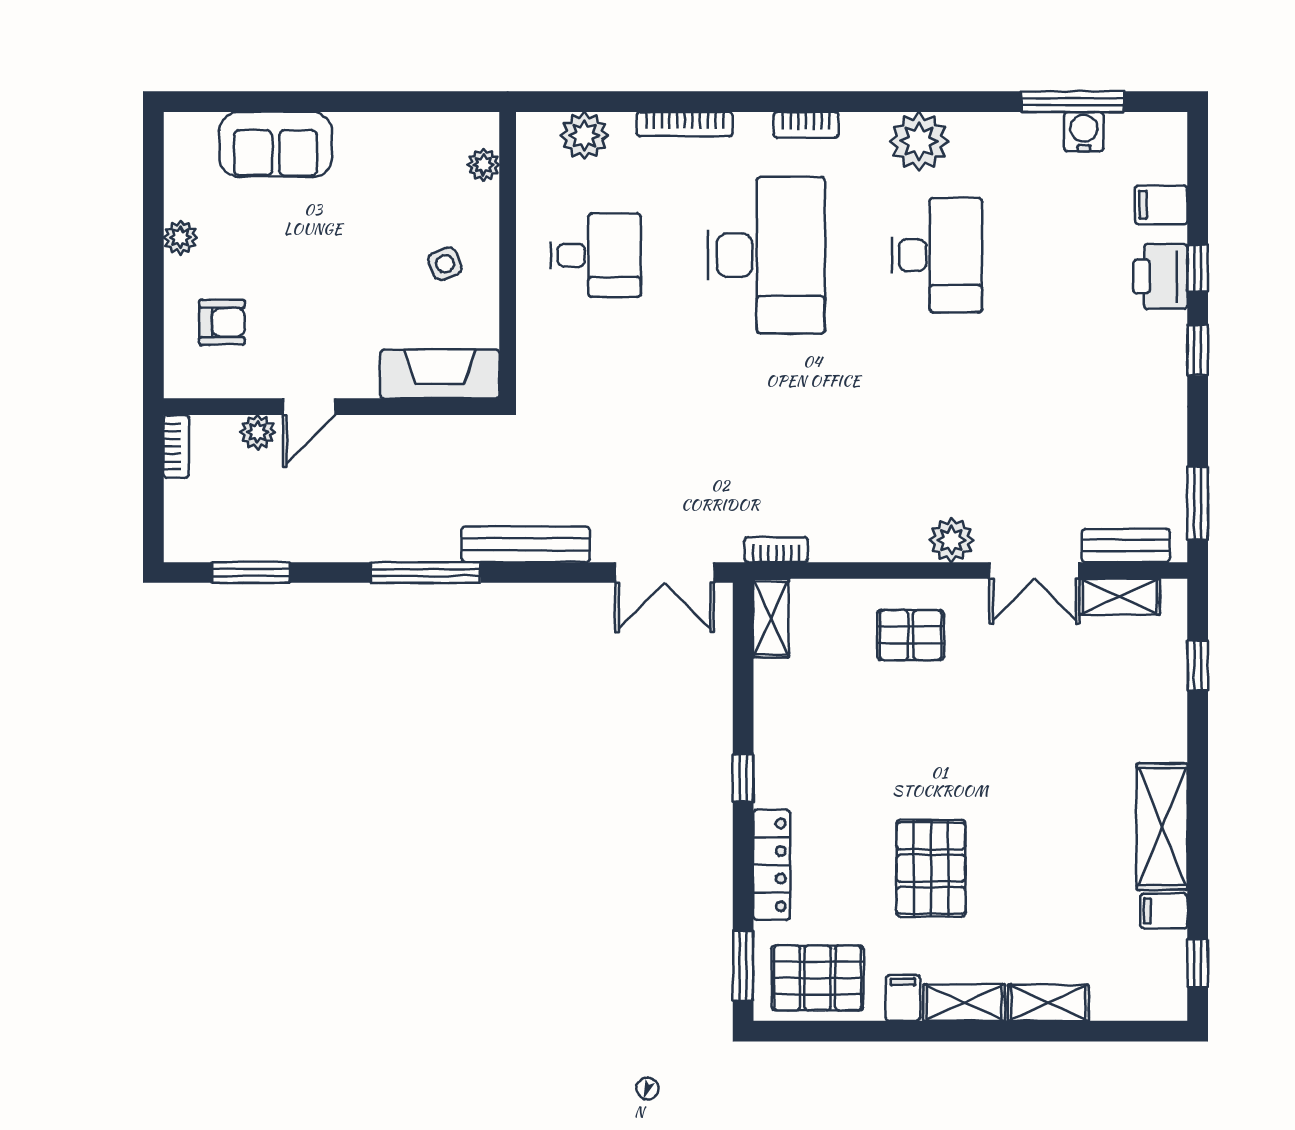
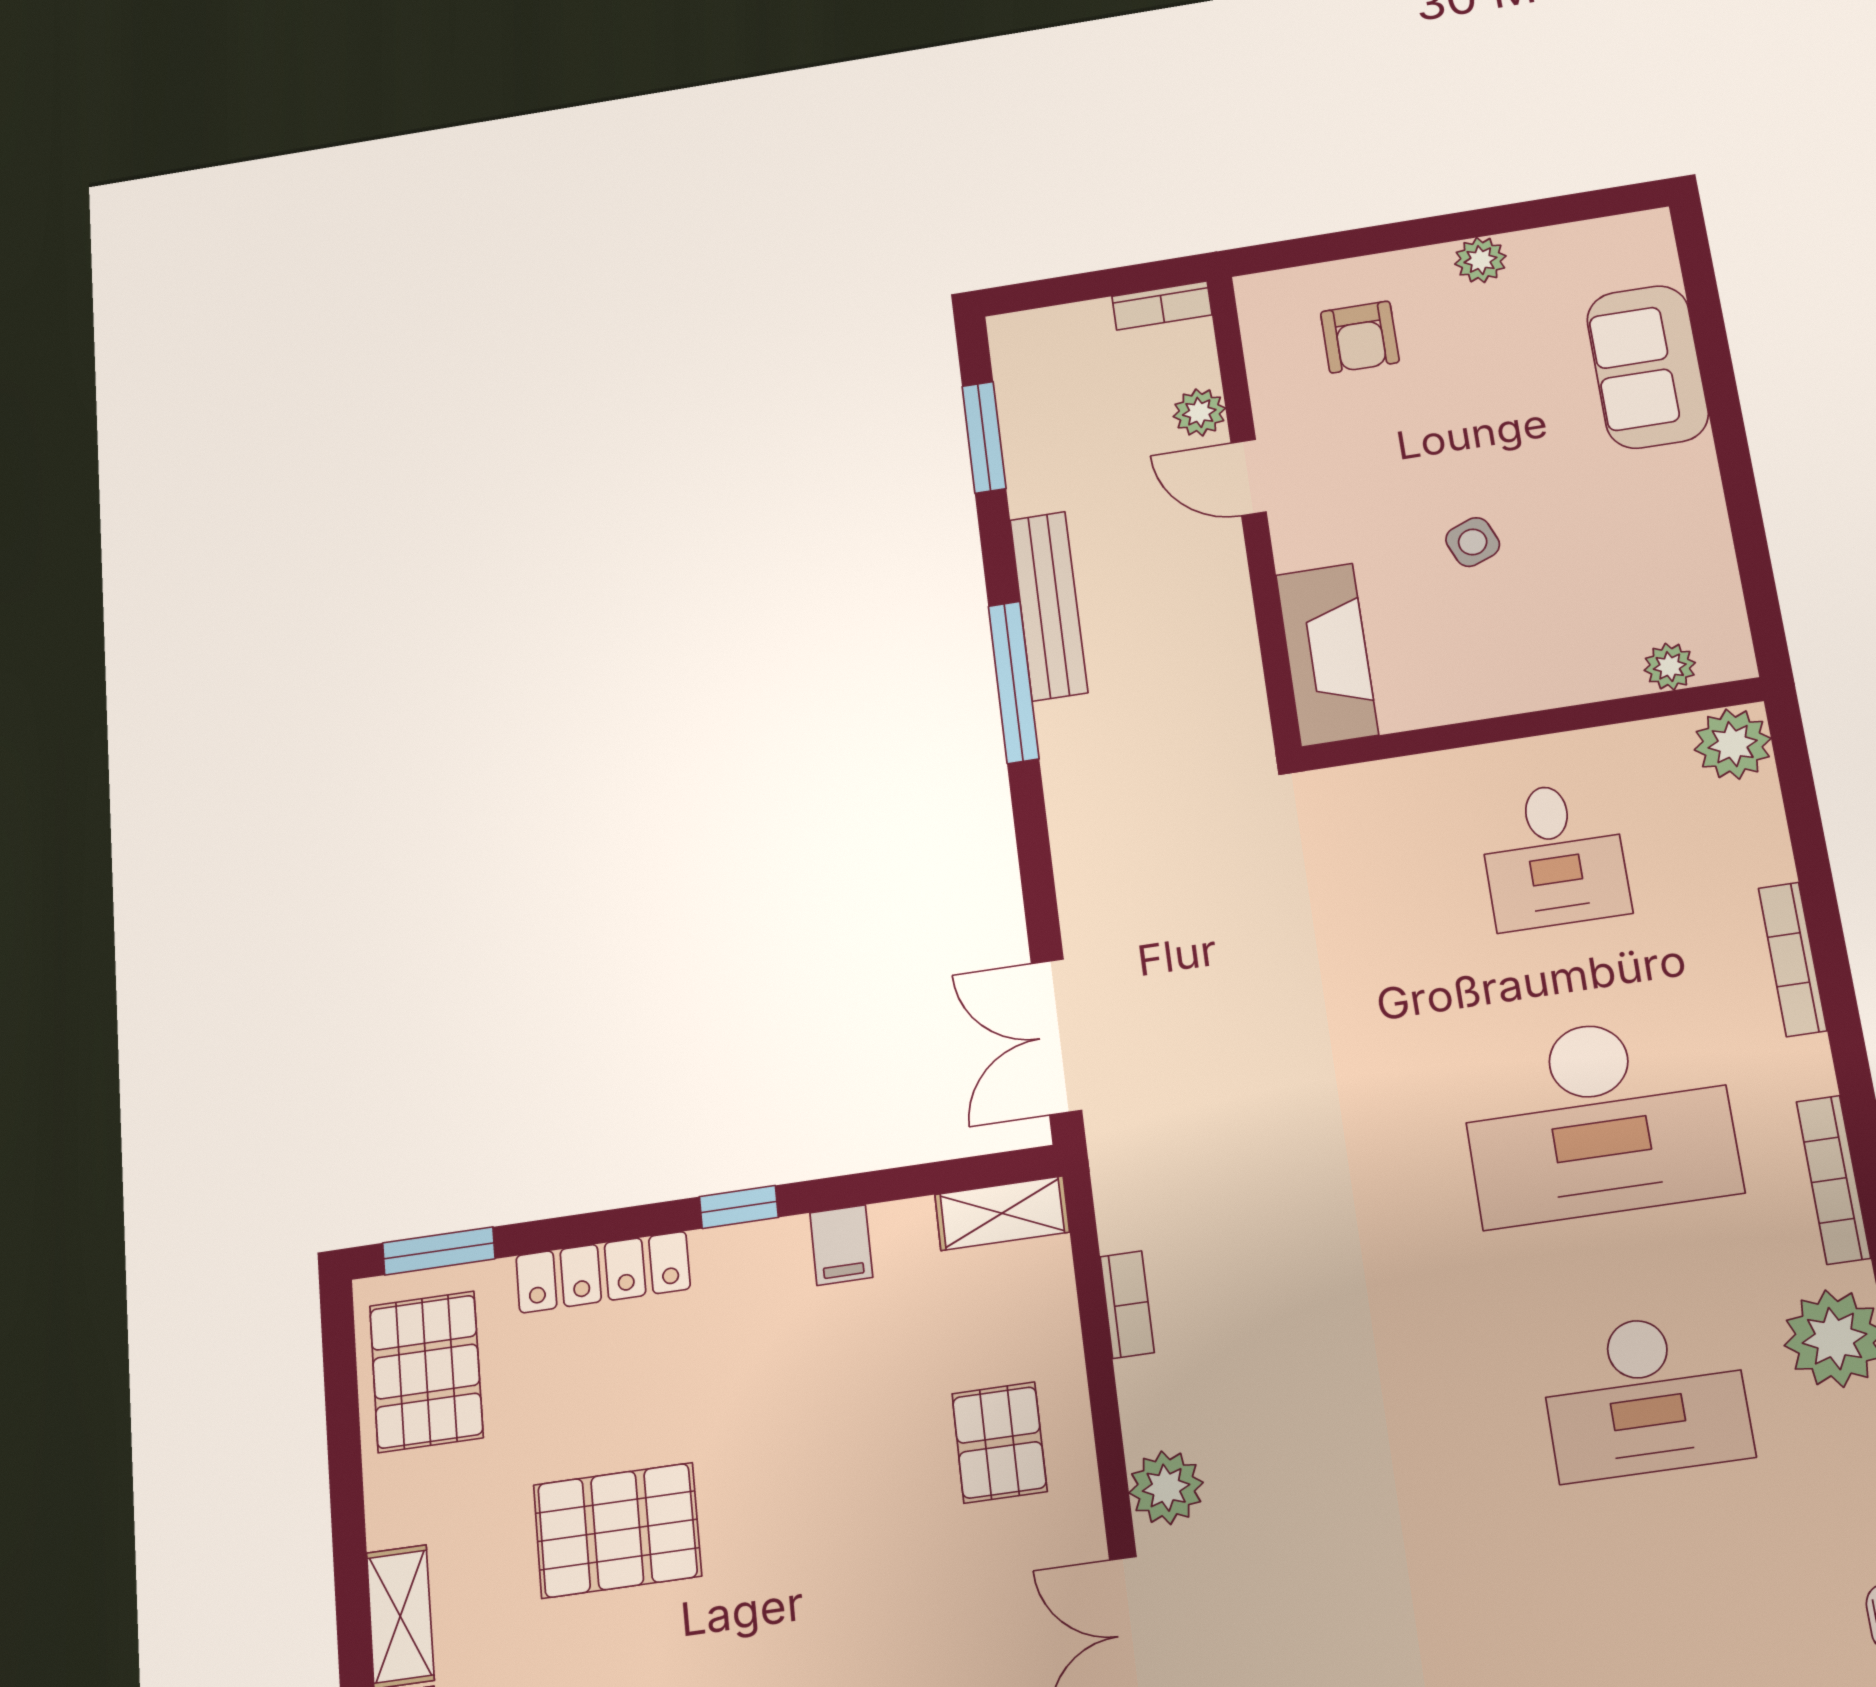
bookcase: (806, 125) -> (1833, 1179), width x1.56
plant: (584, 136) -> (1733, 744), moved
side table: (445, 264) -> (1473, 542), moved
bench: (526, 544) -> (1049, 606), moved
bookcase: (776, 550) -> (1127, 1305), moved
filing cabinet: (903, 998) -> (841, 1245), moved, turned 90

